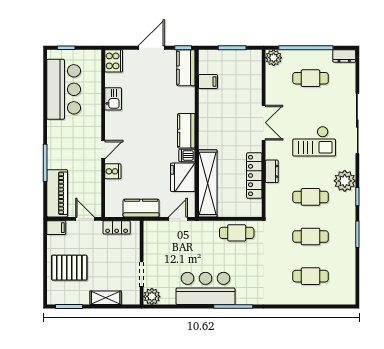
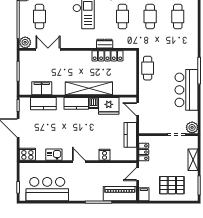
kitchen counter: (186, 68) -> (43, 104), moved
filing cabinet: (208, 81) -> (42, 88), width x2.00
double door: (264, 123) -> (48, 49), moved
door: (103, 150) -> (79, 162), moved
shelving: (208, 183) -> (89, 88), moved
pallet: (69, 268) -> (172, 185), turned 90

